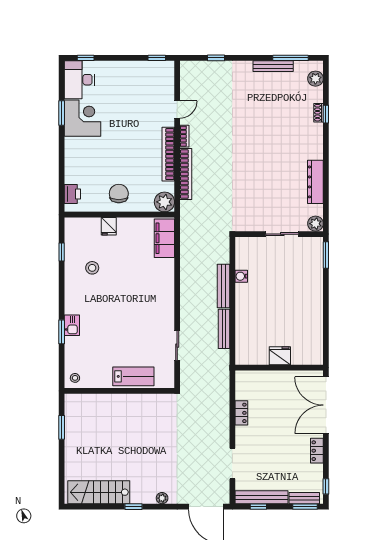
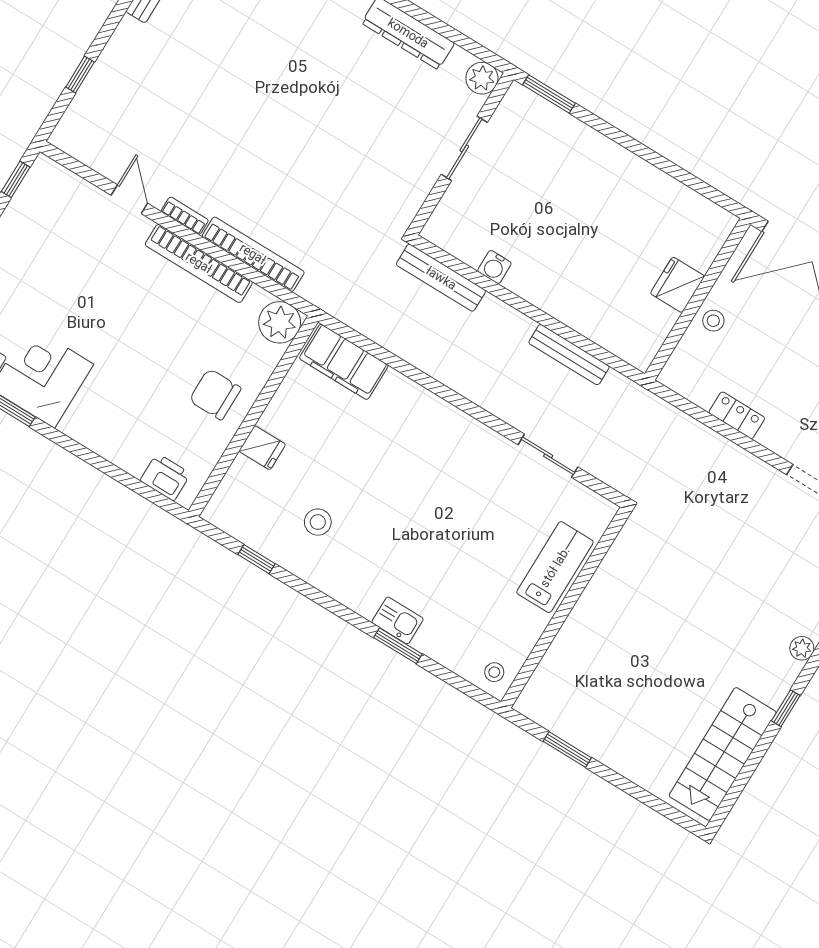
bench: (223, 286) -> (441, 278), moved
stool: (274, 379) -> (713, 321), added

